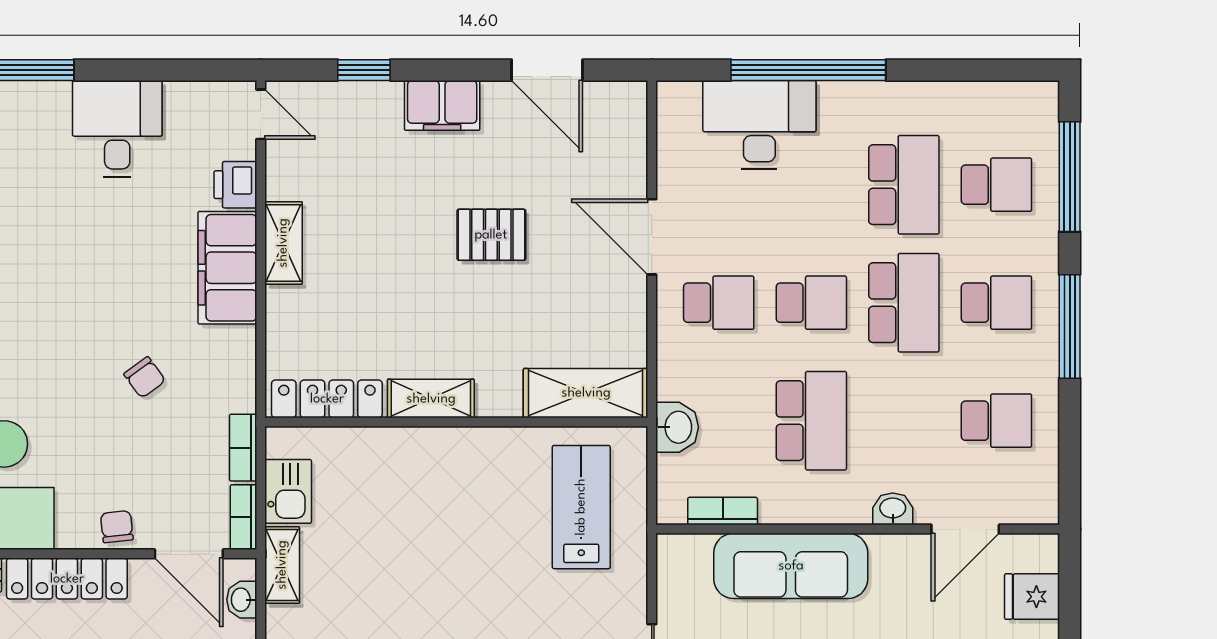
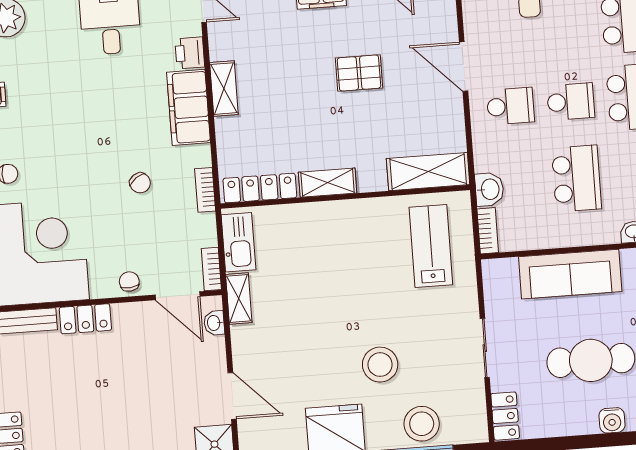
bookcase: (243, 448) -> (205, 190), moved
kitchen sink: (288, 491) -> (238, 242), width x1.38
bookcase: (723, 511) -> (488, 231), moved, turned 90
locker: (67, 579) -> (85, 319), width x0.66

